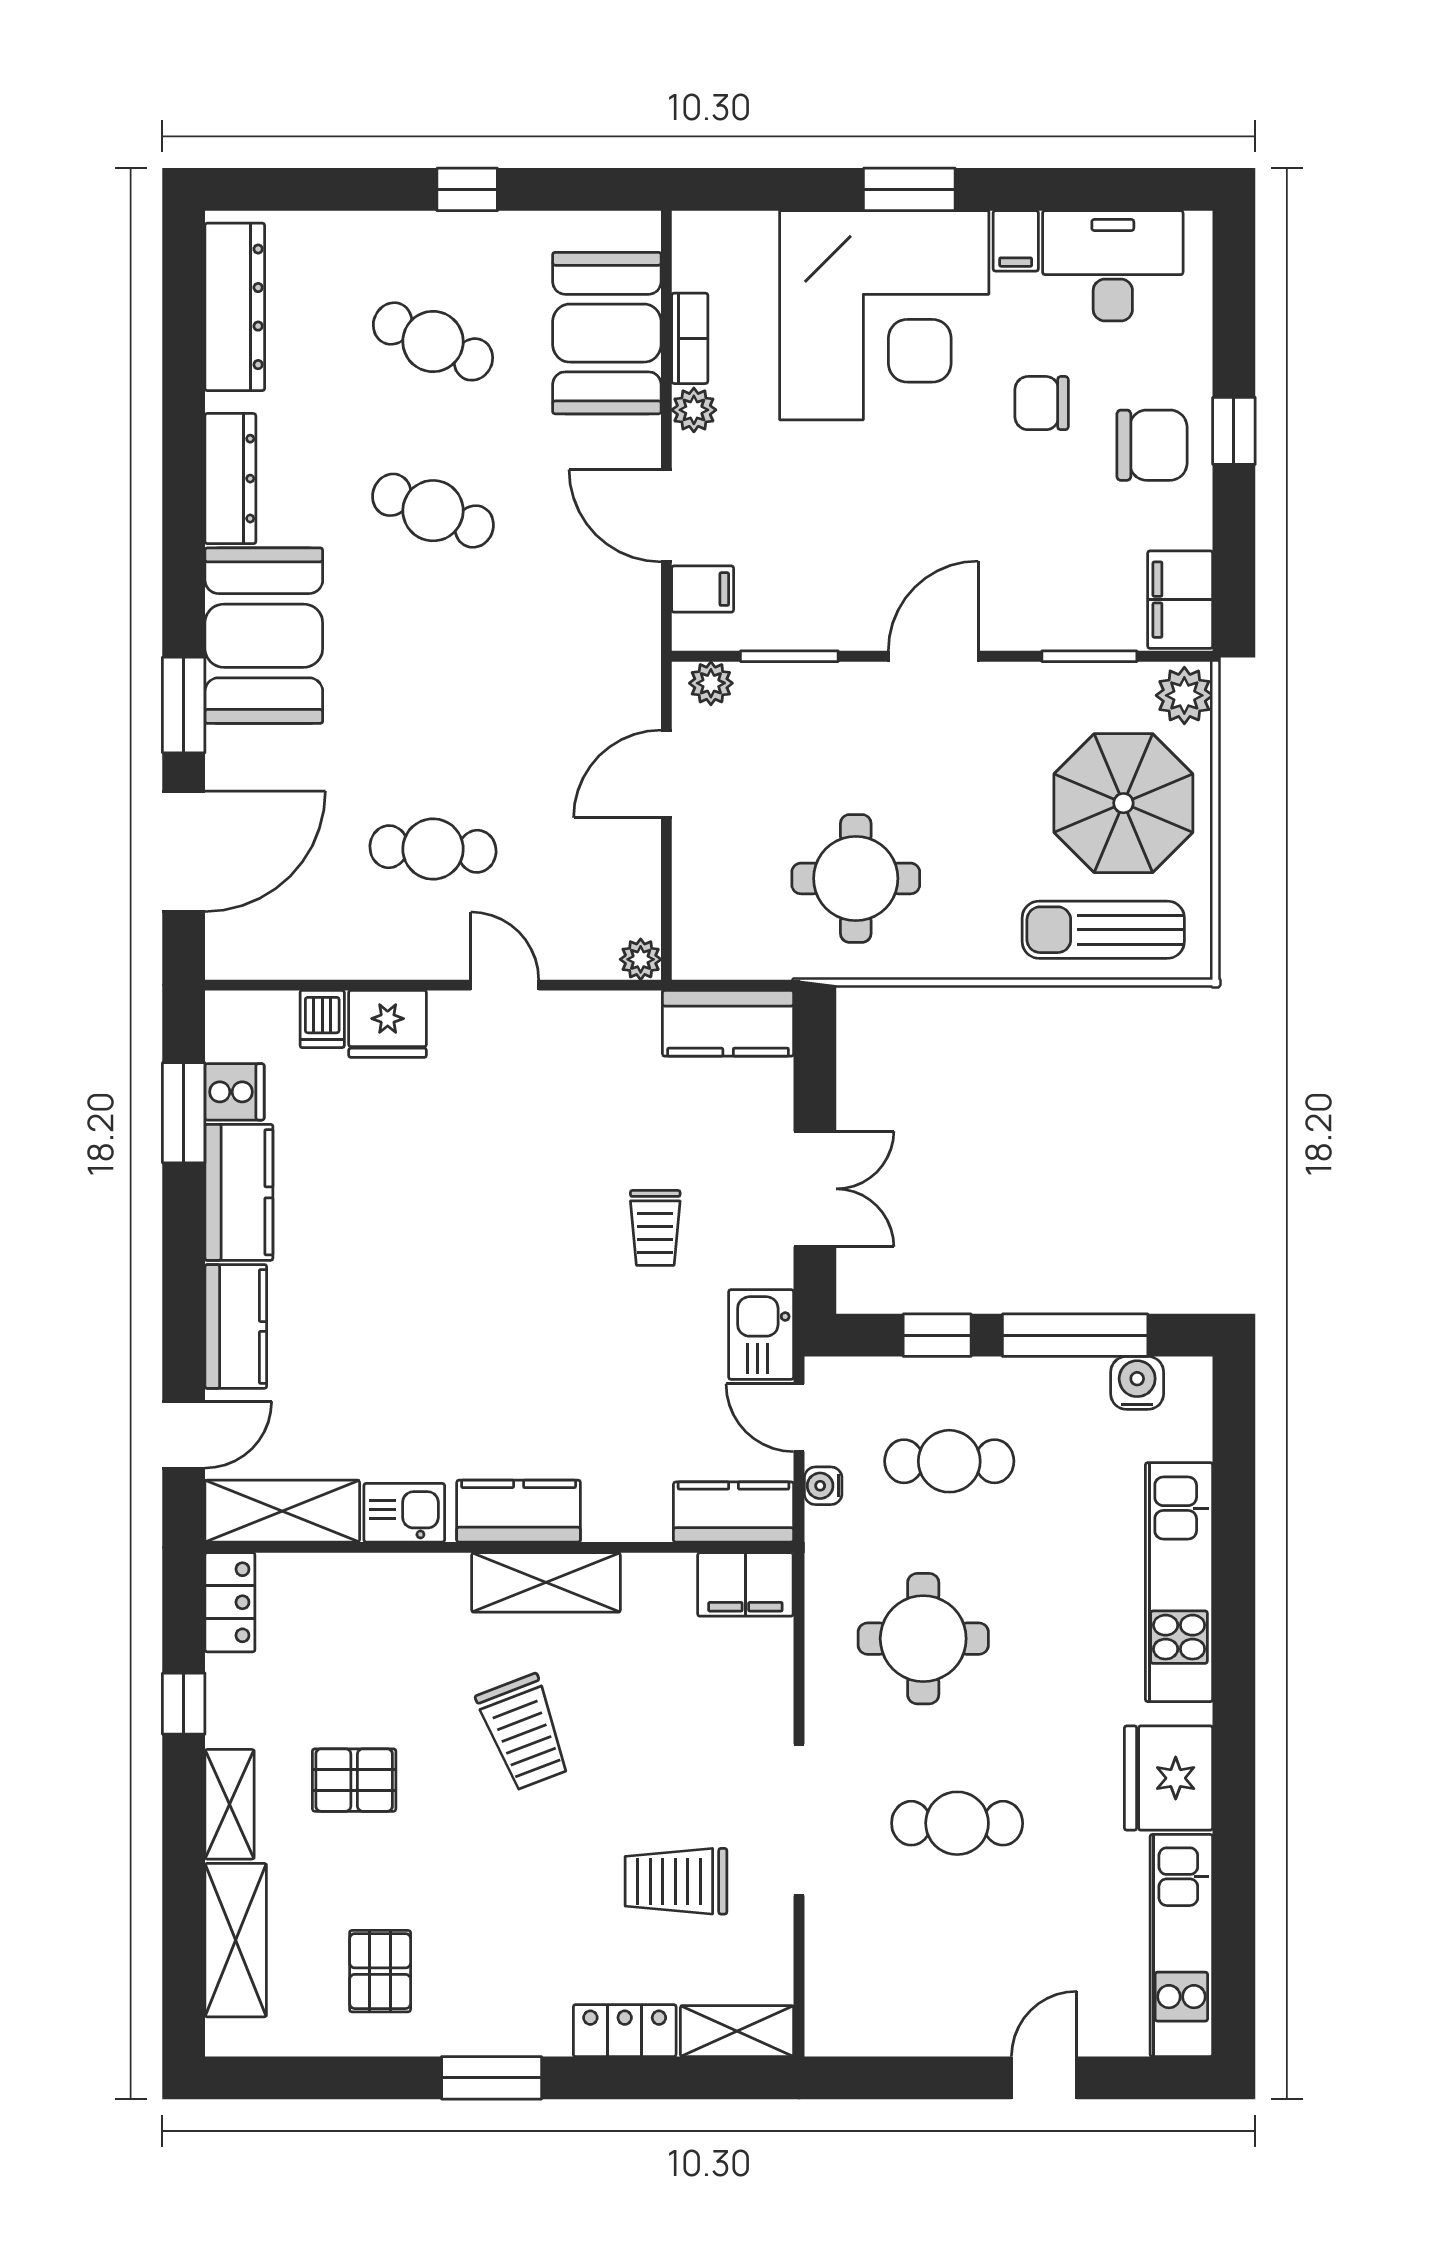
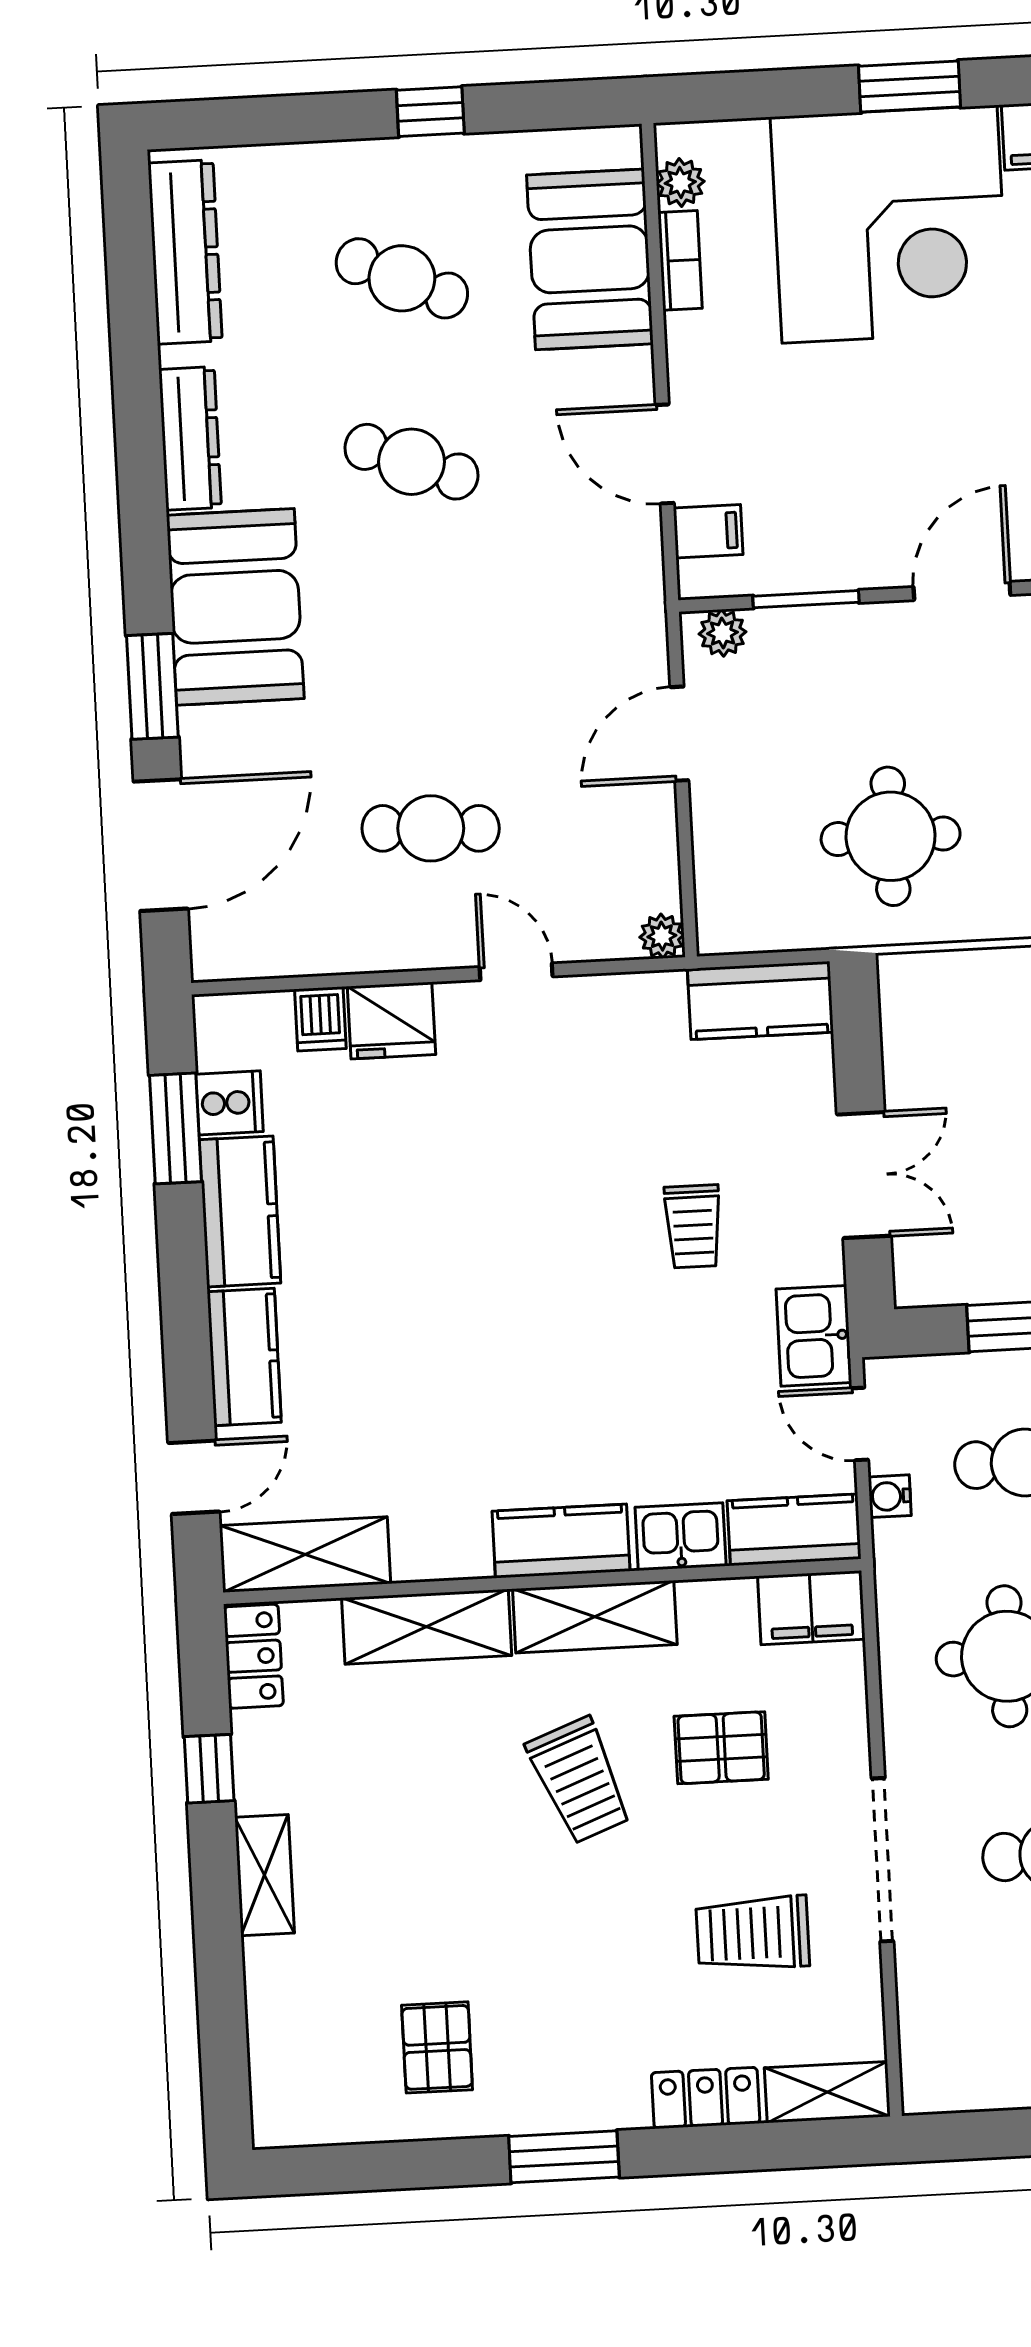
plant: (694, 410) -> (680, 183), moved
kitchen sink: (404, 1513) -> (681, 1537), moved
pallet: (354, 1780) -> (721, 1748), moved
shelving: (236, 1940) -> (427, 1627), moved, turned 90

